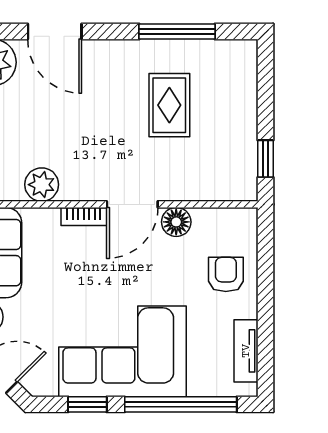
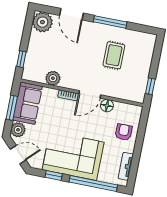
window: (177, 32) -> (110, 22), moved

